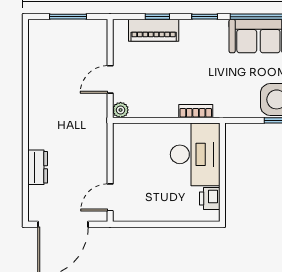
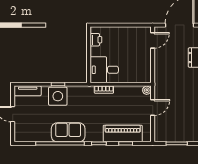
piano: (154, 30) -> (123, 134), width x1.37, depth x1.33
desk: (195, 154) -> (104, 70), width x0.73

